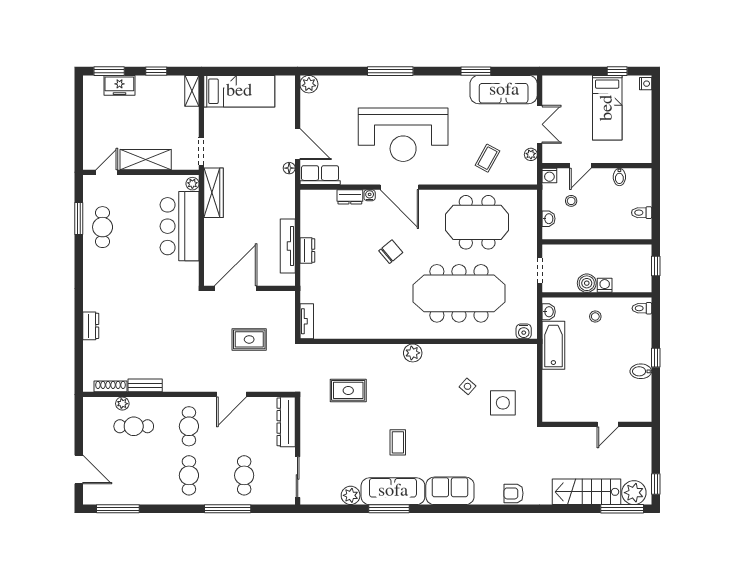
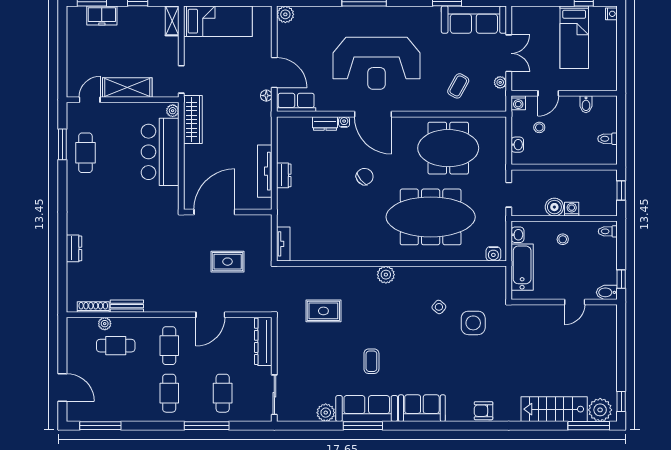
wall: (597, 424) -> (564, 302), moved
door: (608, 424) -> (575, 302), moved

